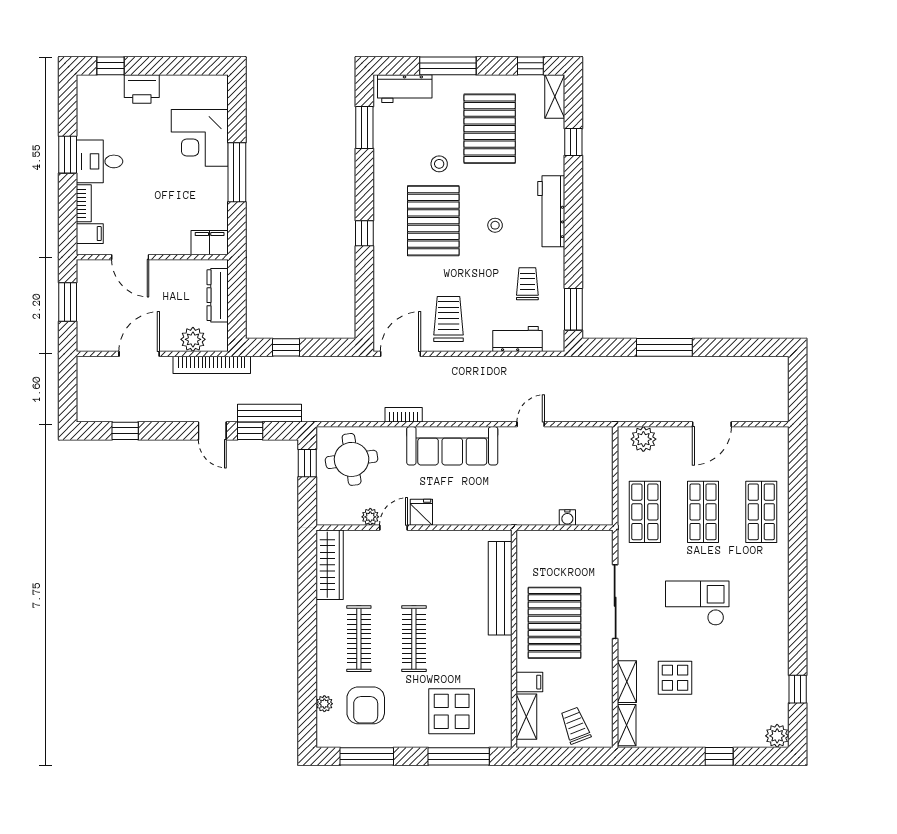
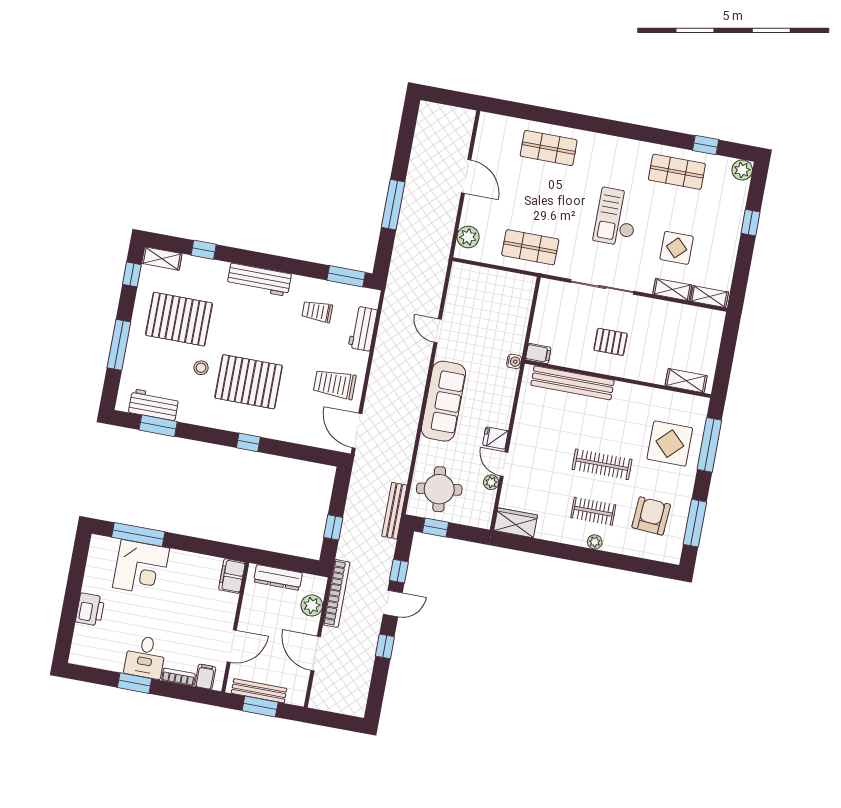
window: (110, 66) -> (65, 633), removed
workbench: (405, 89) -> (154, 405), moved, turned -90
window: (237, 172) -> (138, 535), moved
stool: (495, 225) -> (262, 330), removed
bench: (85, 297) -> (259, 691), added
bench: (270, 413) -> (394, 511), moved
bookcase: (404, 415) -> (409, 438), removed
window: (125, 431) -> (385, 646), moved
shop shelf: (703, 512) -> (677, 172), moved
water cooler: (567, 517) -> (514, 361), moved
wardrobe: (330, 565) -> (516, 523), width x0.67
pallet: (555, 623) -> (611, 342), width x0.49, depth x0.50
clothes rail: (359, 639) -> (593, 511), width x0.73
filing cabinet: (529, 682) -> (538, 354), moved, turned 90
plant: (324, 704) -> (595, 542), moved
armchair: (366, 705) -> (651, 516), turned -86
trolley: (575, 725) -> (701, 340), removed

